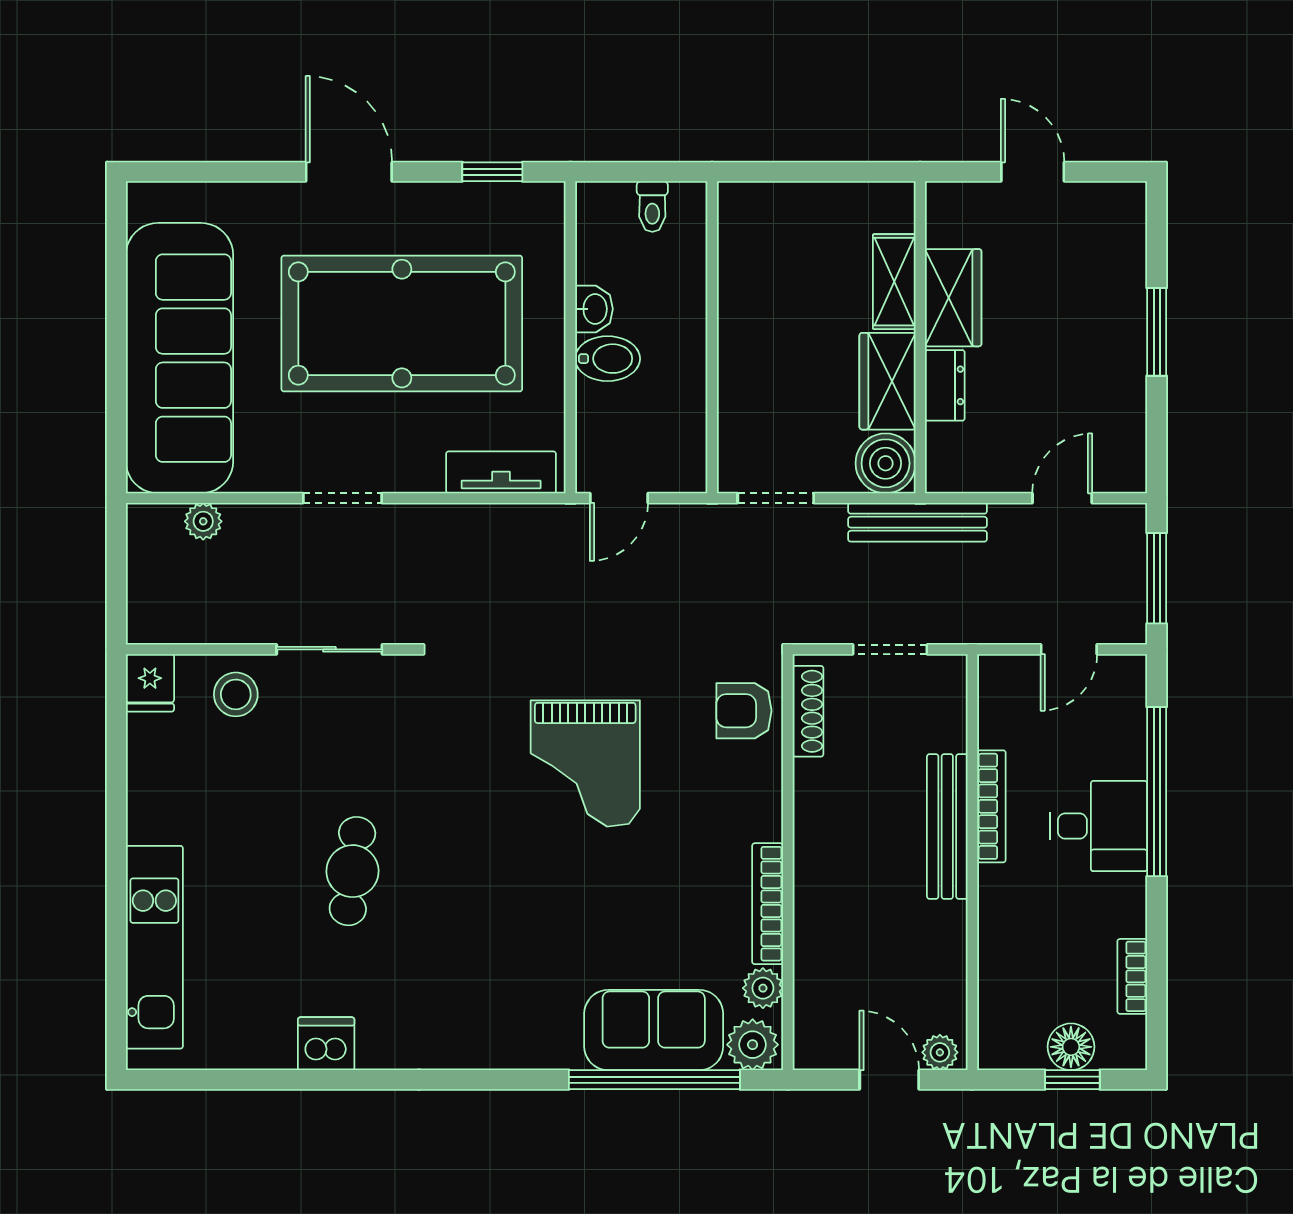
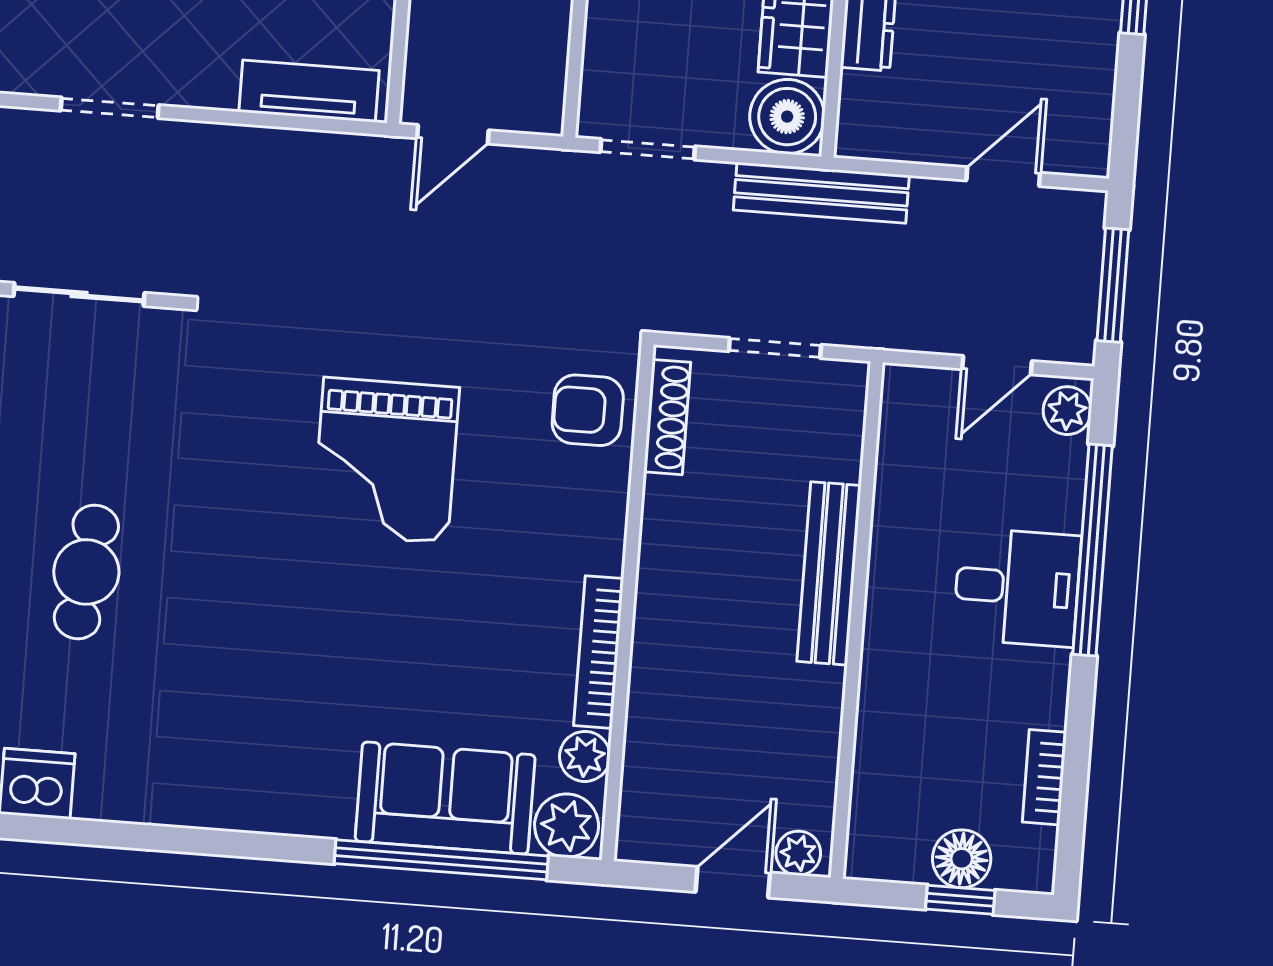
plant: (1128, 681) -> (1067, 411), added
bookcase: (991, 806) -> (886, 553), removed
door: (889, 1080) -> (733, 882), hinge flipped

